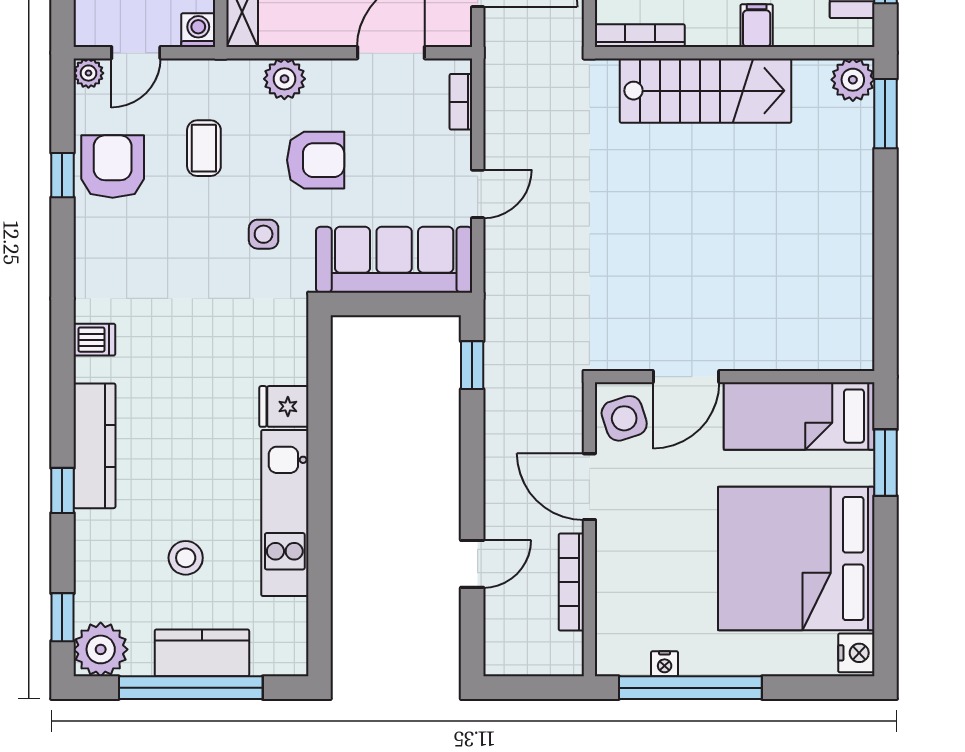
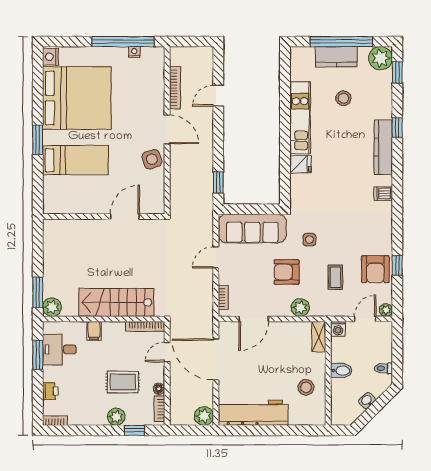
door: (686, 377) -> (125, 216), moved
wall: (735, 377) -> (104, 216), moved

